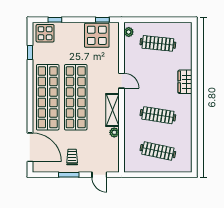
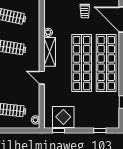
display table: (45, 33) -> (108, 119), removed

